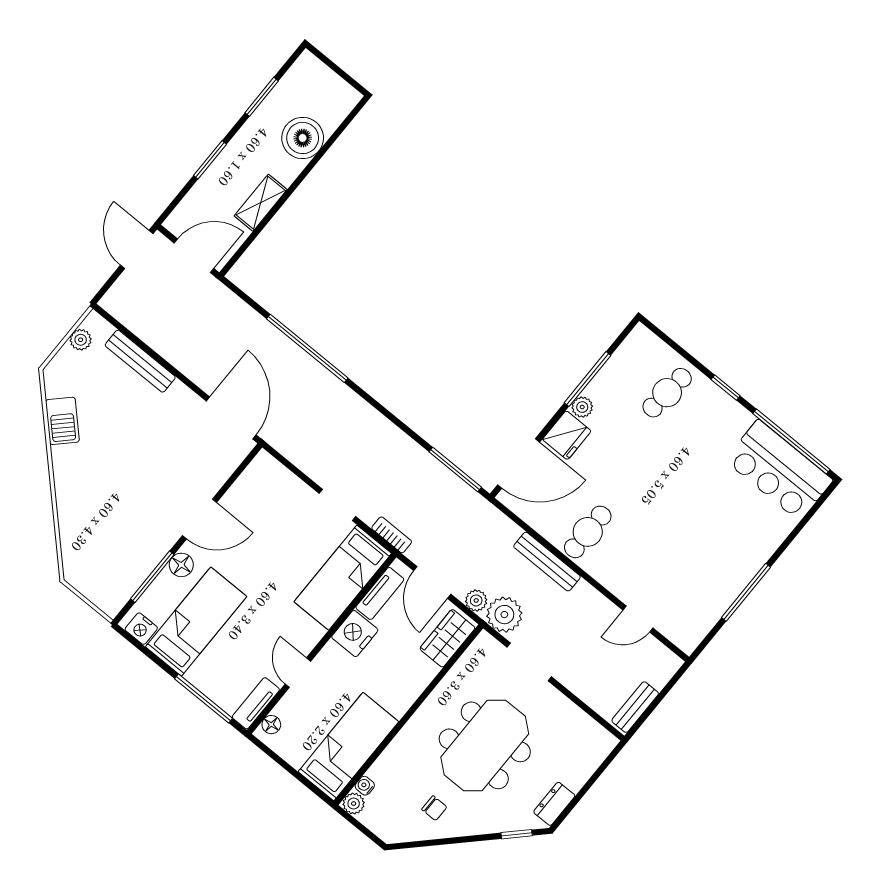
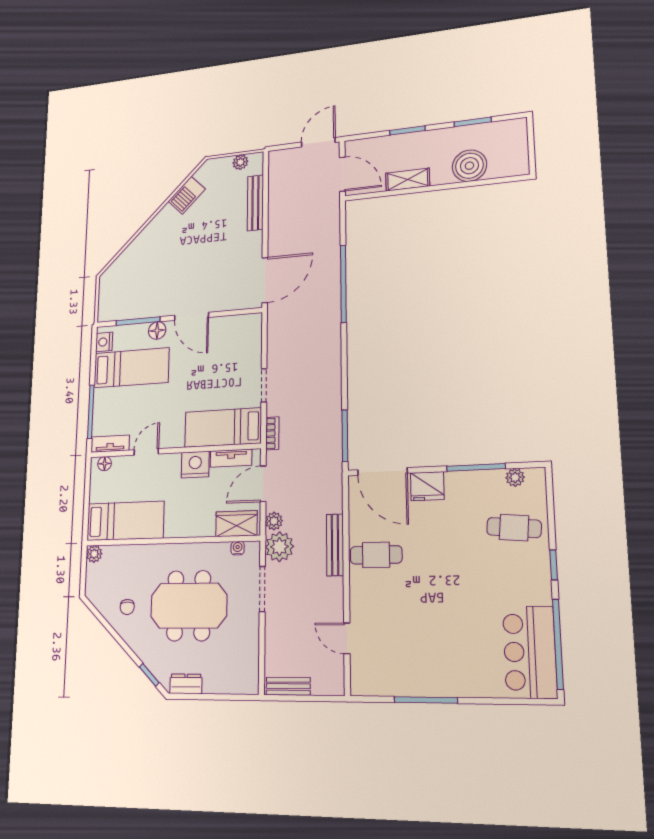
plant: (582, 407) -> (515, 477), moved
water cooler: (365, 786) -> (238, 548), moved

